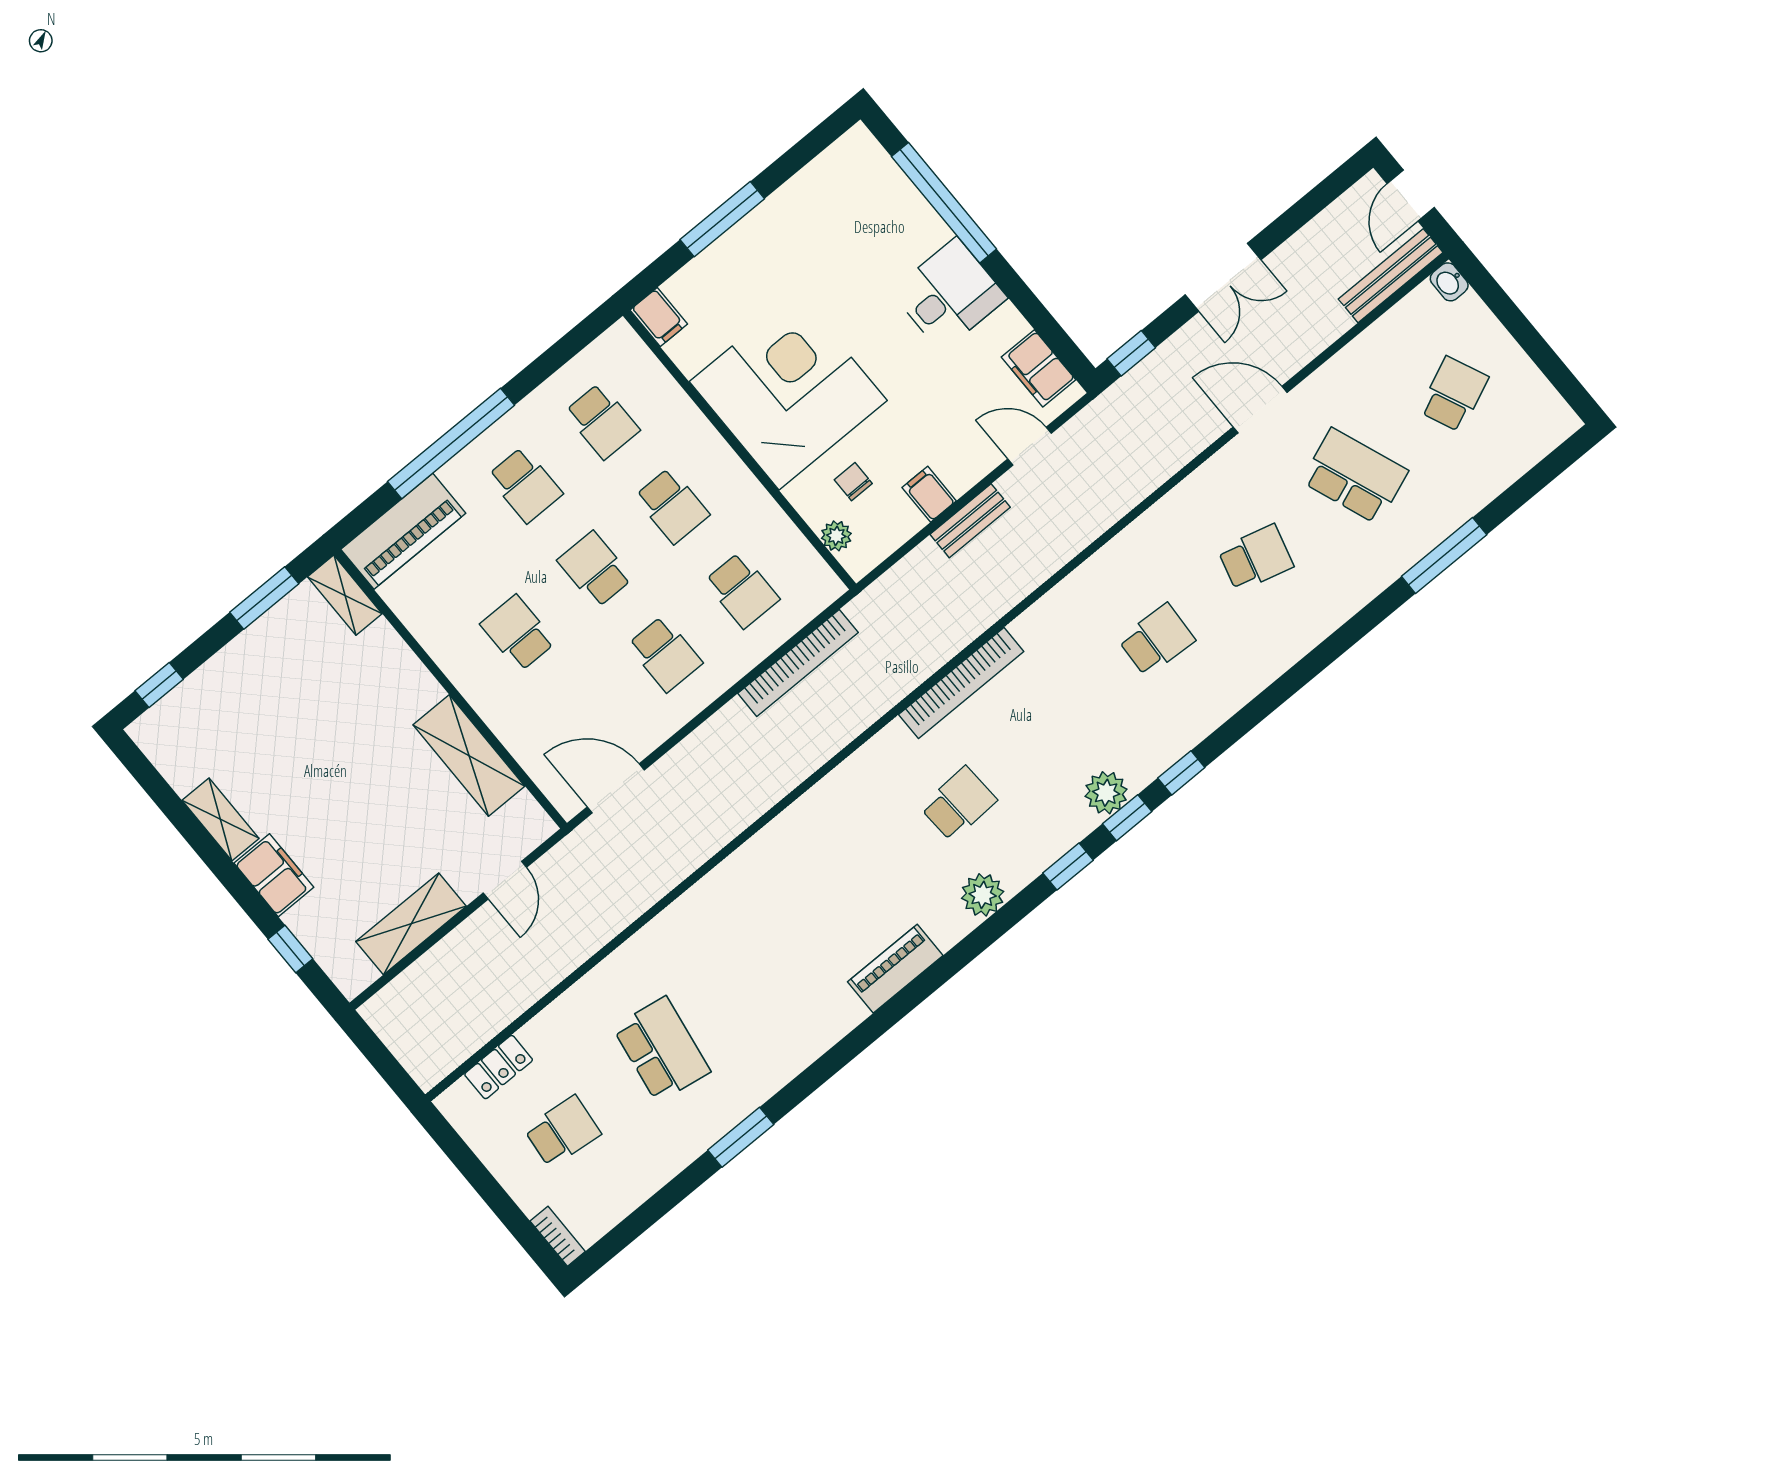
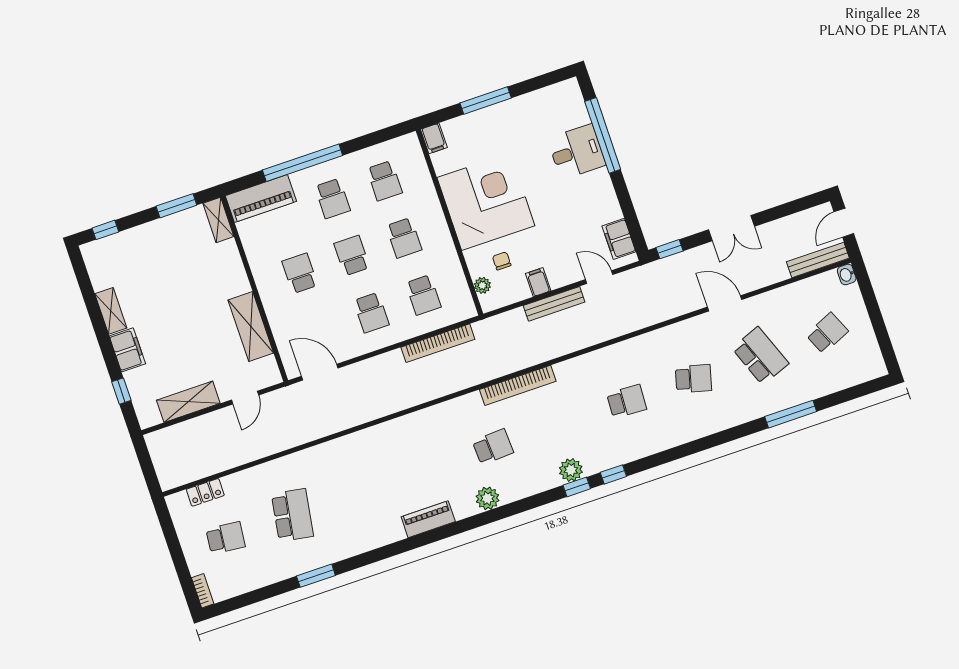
desk: (949, 295) -> (577, 152), moved
bench: (970, 521) -> (554, 304), width x1.36
window: (1068, 867) -> (537, 500), removed

